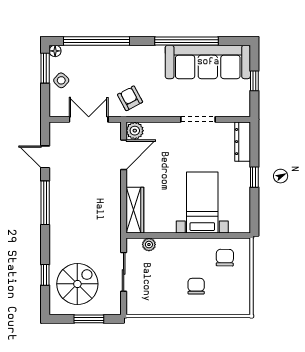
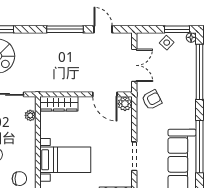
door: (45, 157) -> (103, 29), hinge flipped

